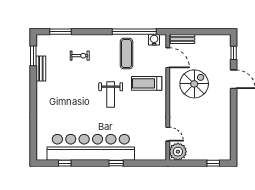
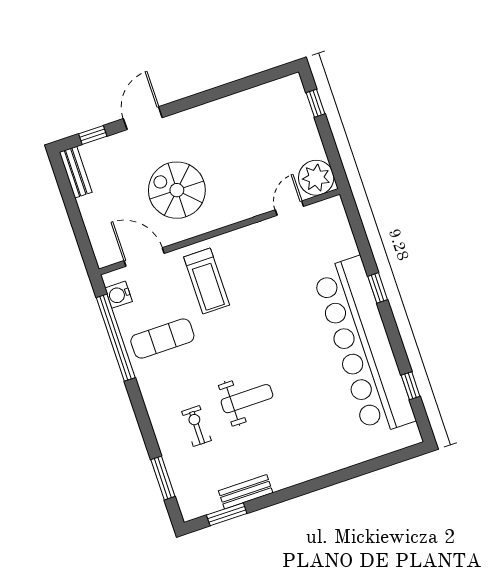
bench: (183, 39) -> (76, 172), moved
door: (168, 58) -> (144, 257), hinge flipped
weight bench: (111, 94) -> (247, 399), moved

